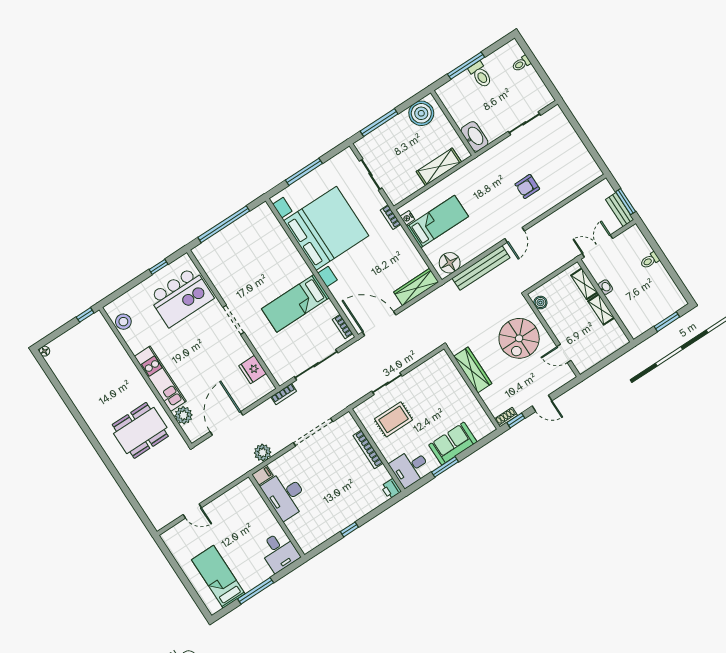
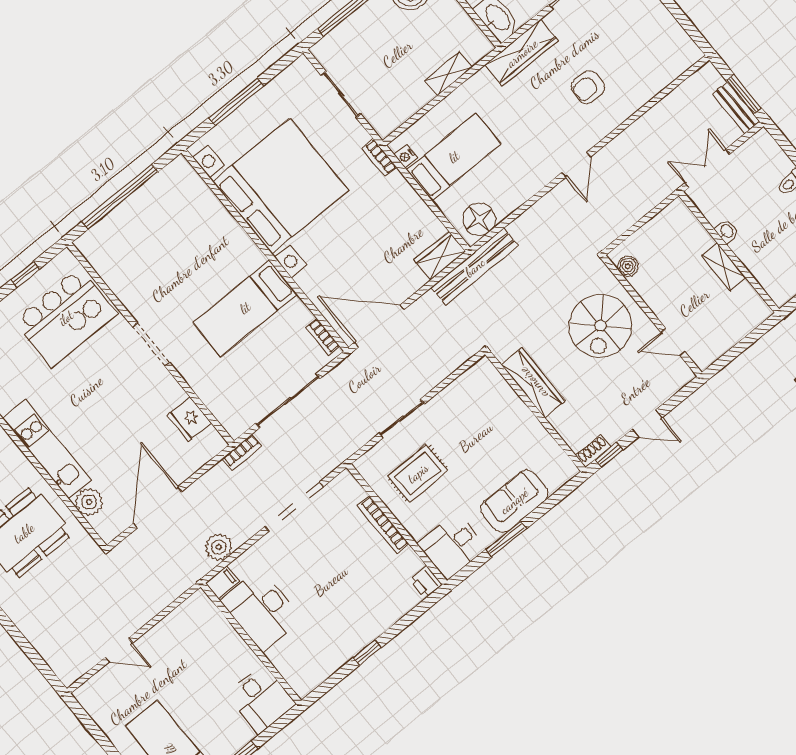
wardrobe: (488, 160) -> (522, 53), added
shelving: (439, 167) -> (449, 74), width x0.67, depth x0.75
bench: (481, 268) -> (475, 267), moved
shelving: (584, 284) -> (693, 230), removed
wardrobe: (416, 287) -> (440, 256), width x0.67

